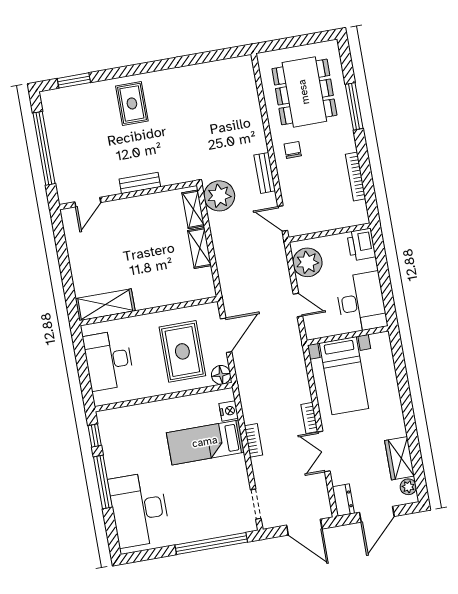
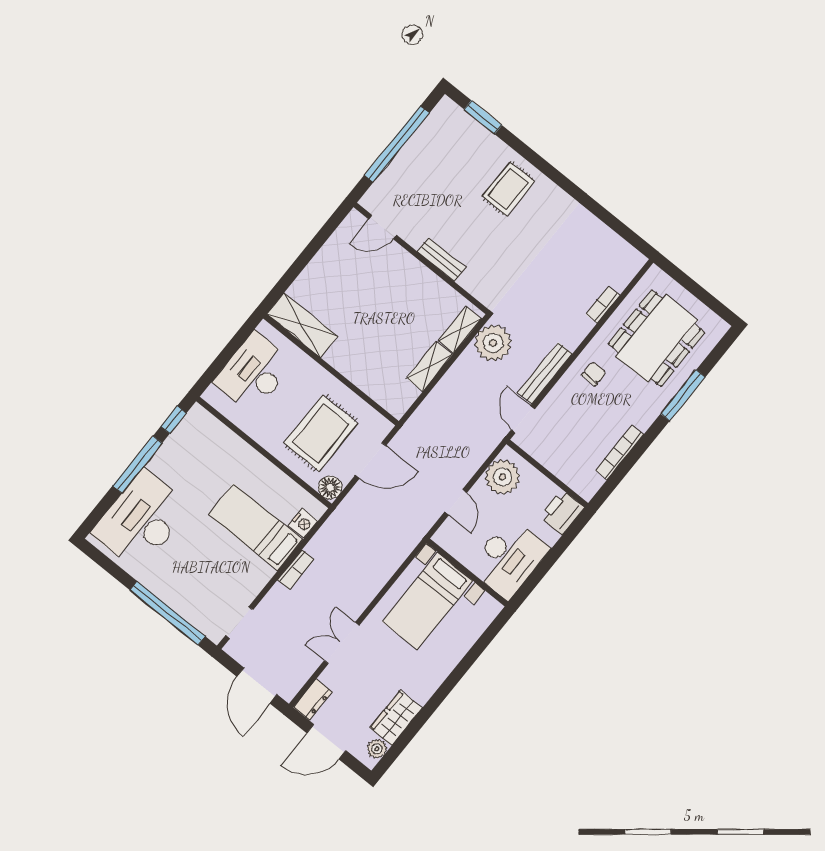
bench: (265, 173) -> (545, 373), width x1.36
bookcase: (309, 418) -> (603, 305), moved

